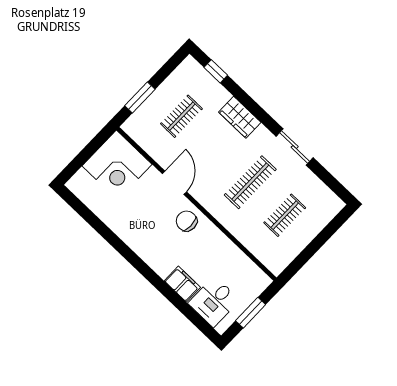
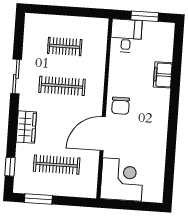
window: (140, 97) -> (38, 199), moved
clothes rail: (181, 116) -> (57, 165), width x1.36
door: (174, 183) -> (103, 134), width x1.36
desk: (214, 302) -> (126, 36), moved, turned -90

